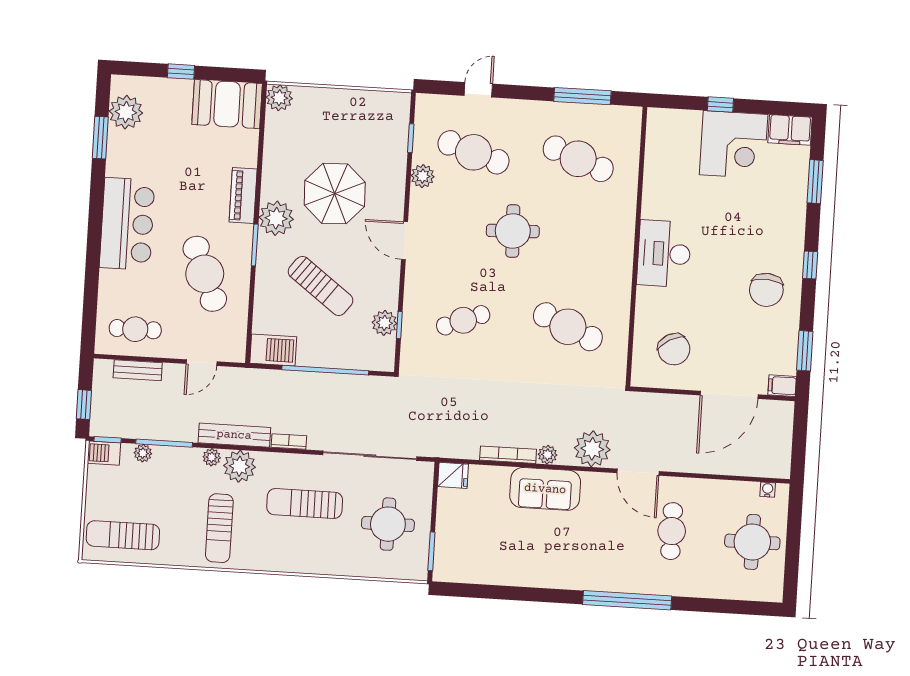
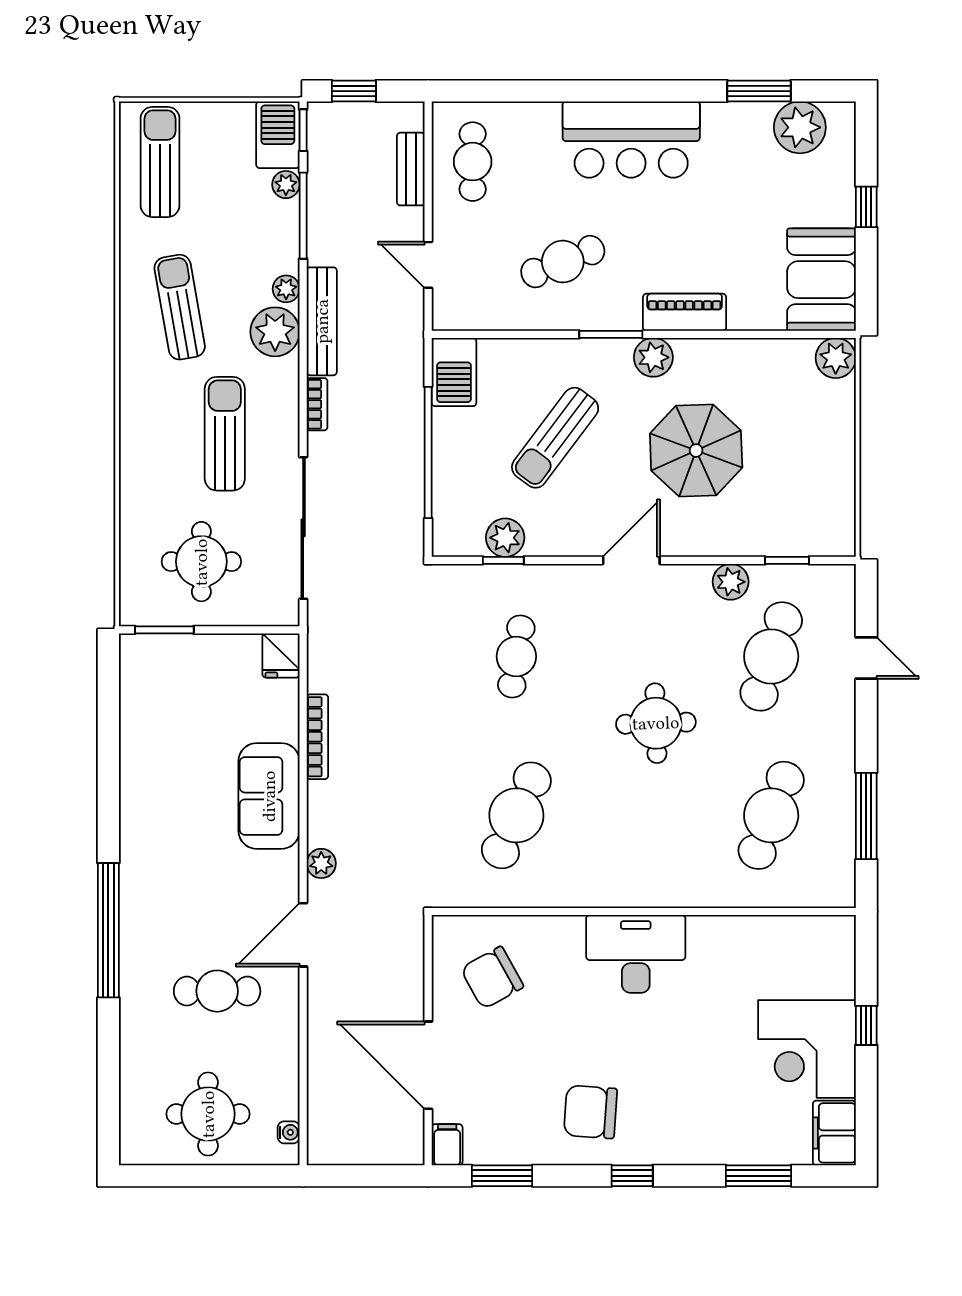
plant: (276, 218) -> (653, 357), width x0.73, depth x0.73
cafe table: (205, 274) -> (563, 262), width x0.73, depth x0.74
cafe table: (463, 320) -> (516, 656), turned 30
plant: (592, 449) -> (321, 863), width x0.53, depth x0.53
barbecue: (104, 453) -> (278, 135), width x1.38, depth x1.27
plant: (548, 455) -> (321, 796), removed
sun lounger: (219, 528) -> (180, 307), turned 80

